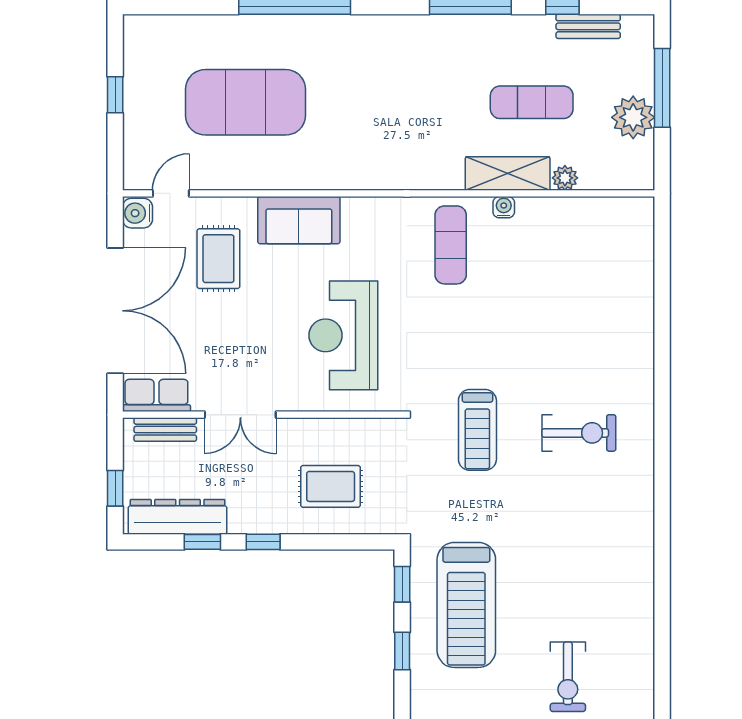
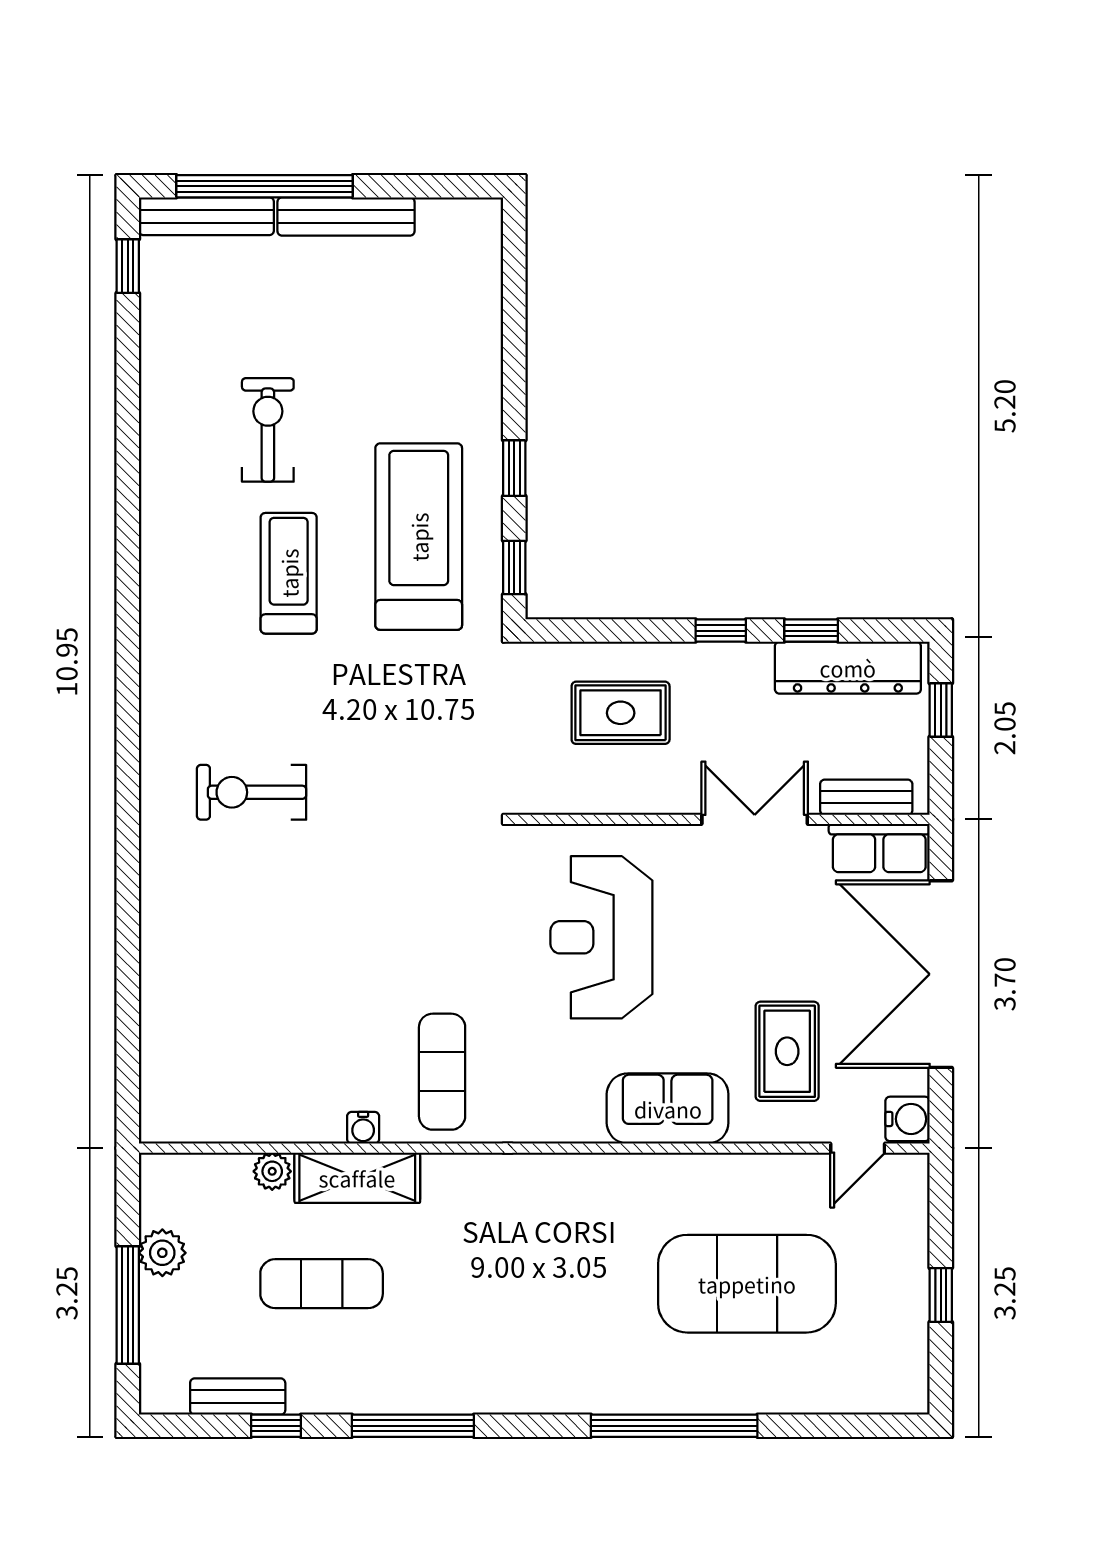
plant: (633, 117) -> (162, 1253), width x0.73, depth x0.73
reception desk: (343, 335) -> (601, 937), turned 180
treadmill: (477, 430) -> (289, 573), moved

